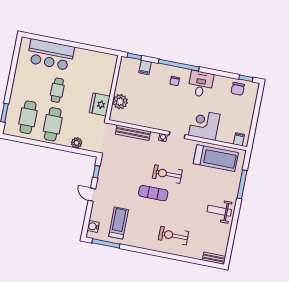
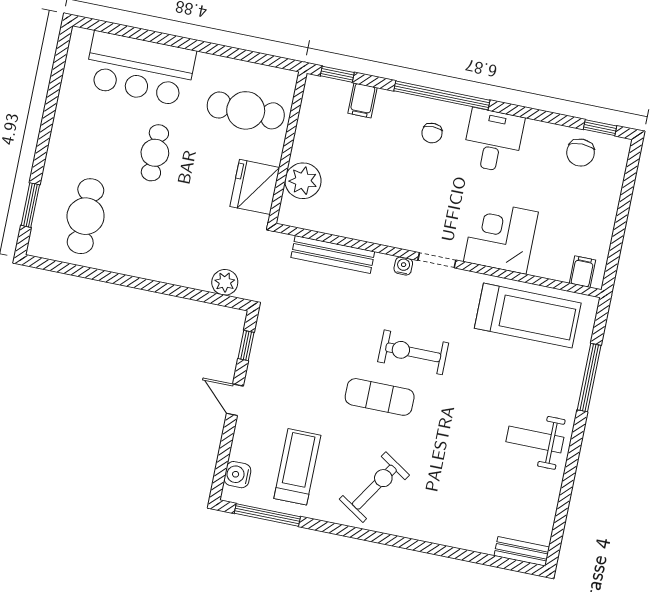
cafe table: (53, 124) -> (246, 110), moved, turned 90
plant: (77, 143) -> (225, 282), moved
exercise bike: (174, 236) -> (374, 487), moved, turned 123

